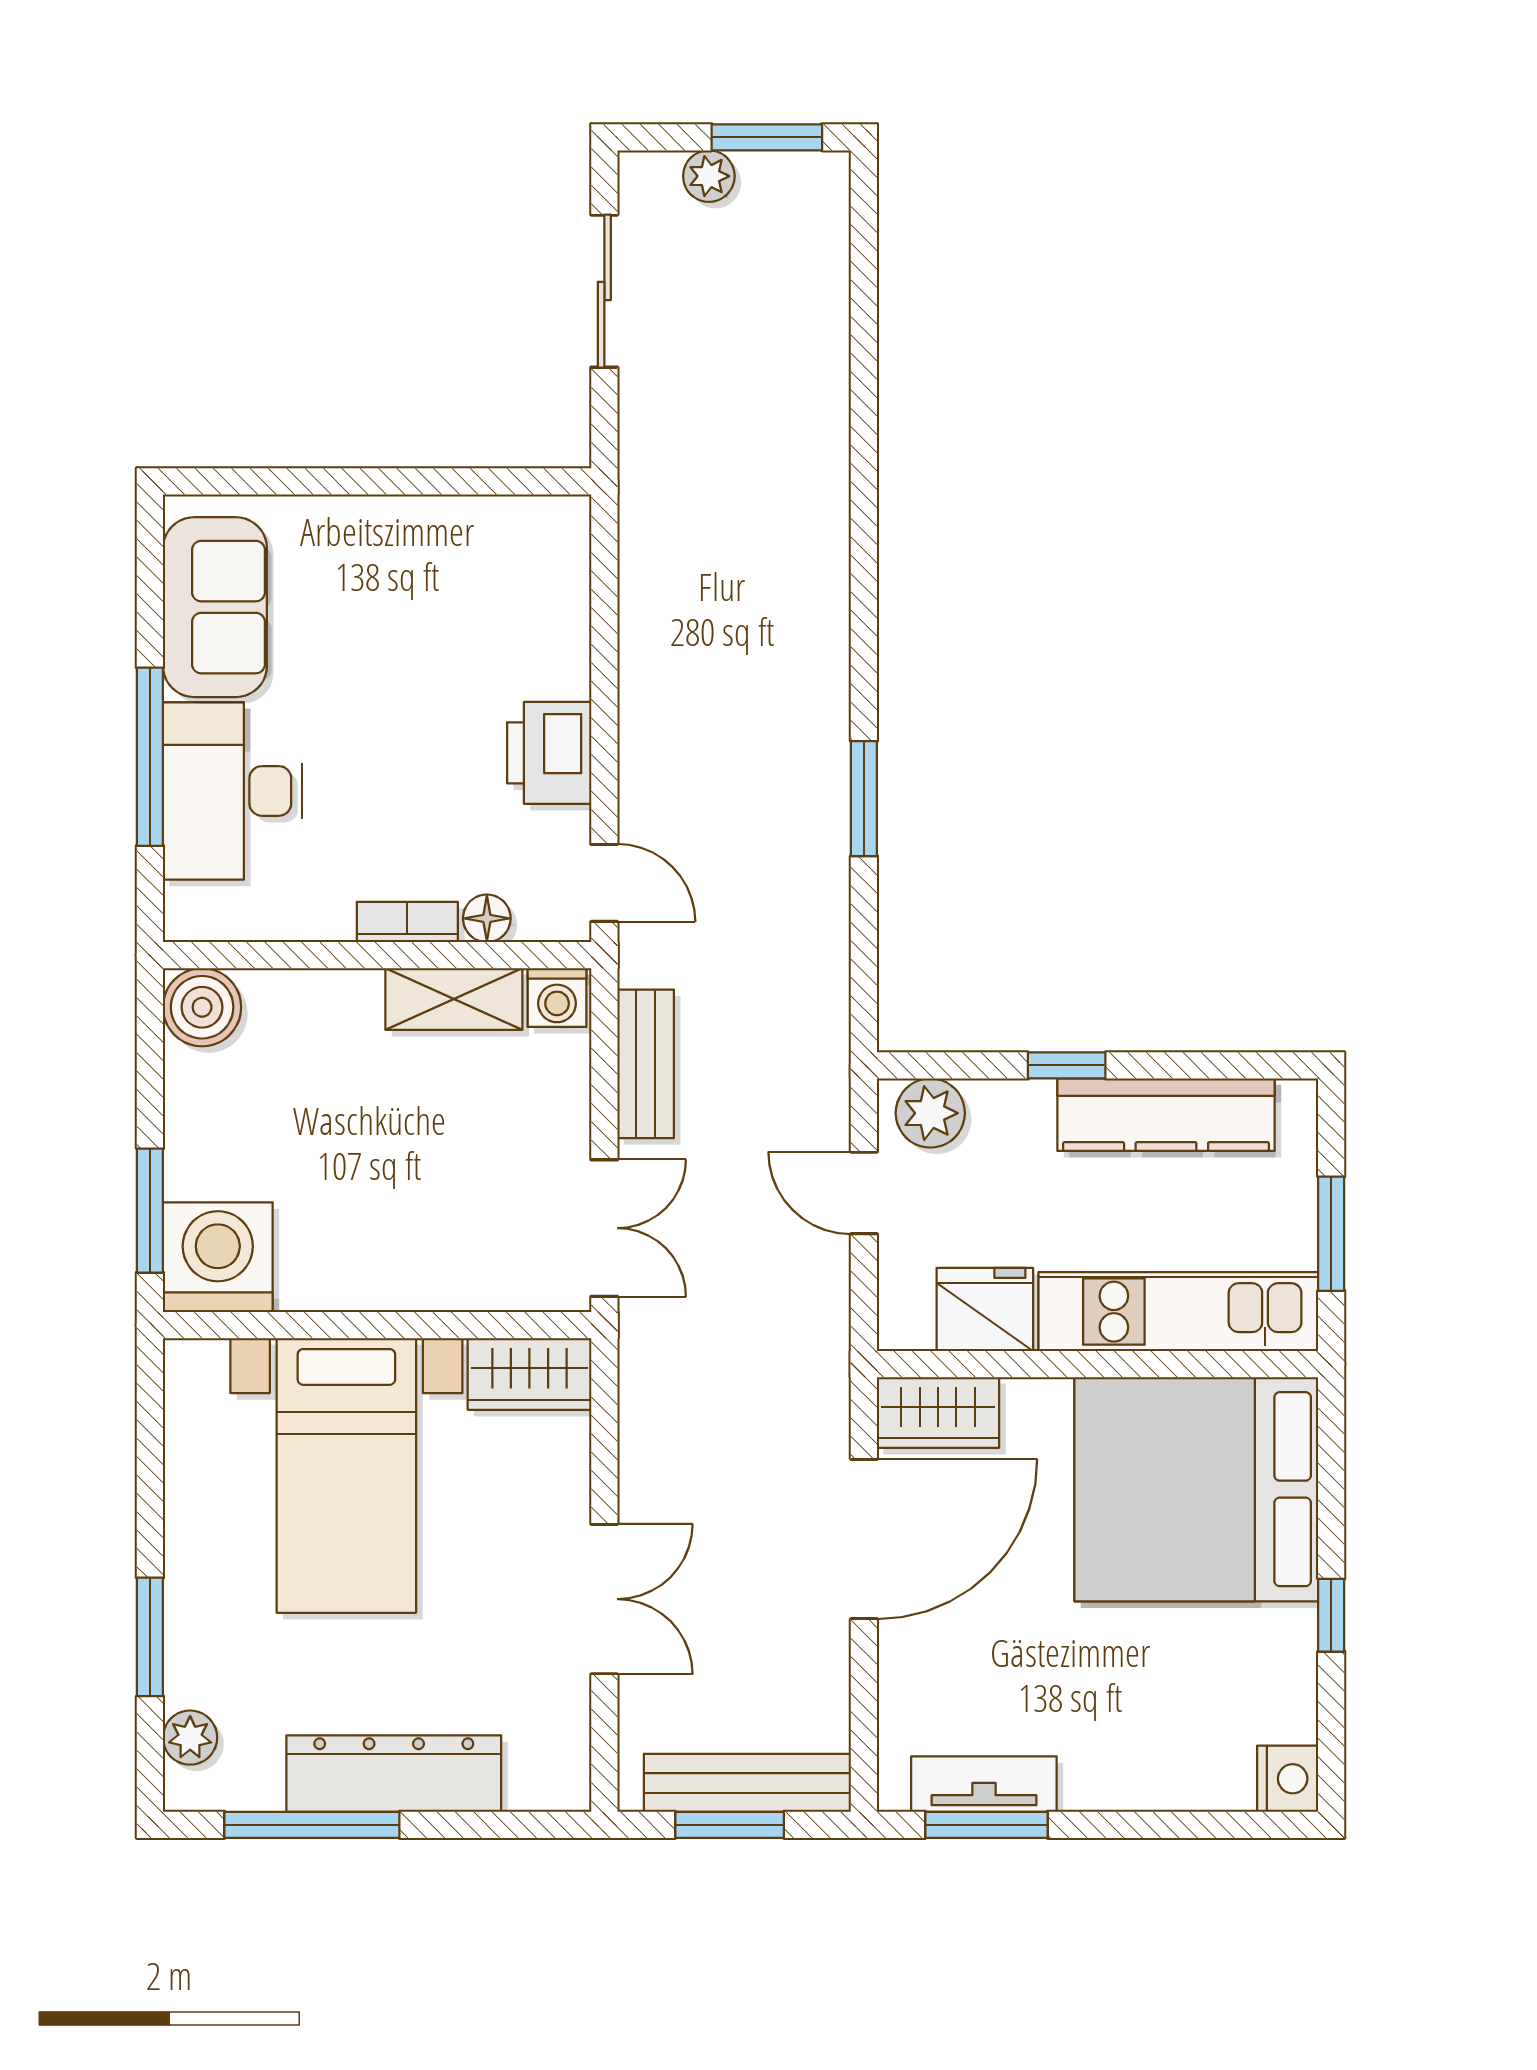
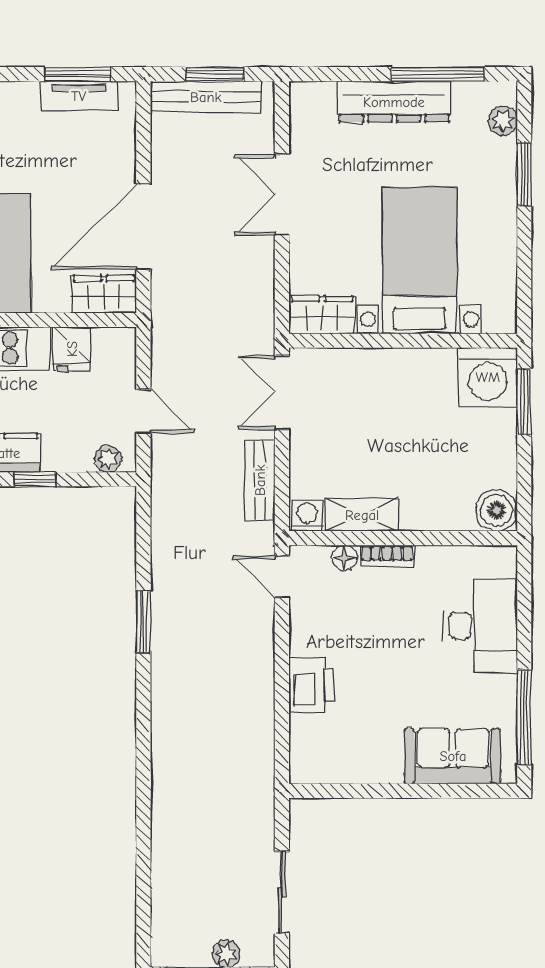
sofa: (215, 607) -> (453, 756), moved, turned 90
printer: (549, 753) -> (311, 685), moved
window: (150, 757) -> (524, 717), moved
plant: (930, 1113) -> (108, 459), width x0.73, depth x0.73
fridge: (985, 1310) -> (72, 349), width x0.72

